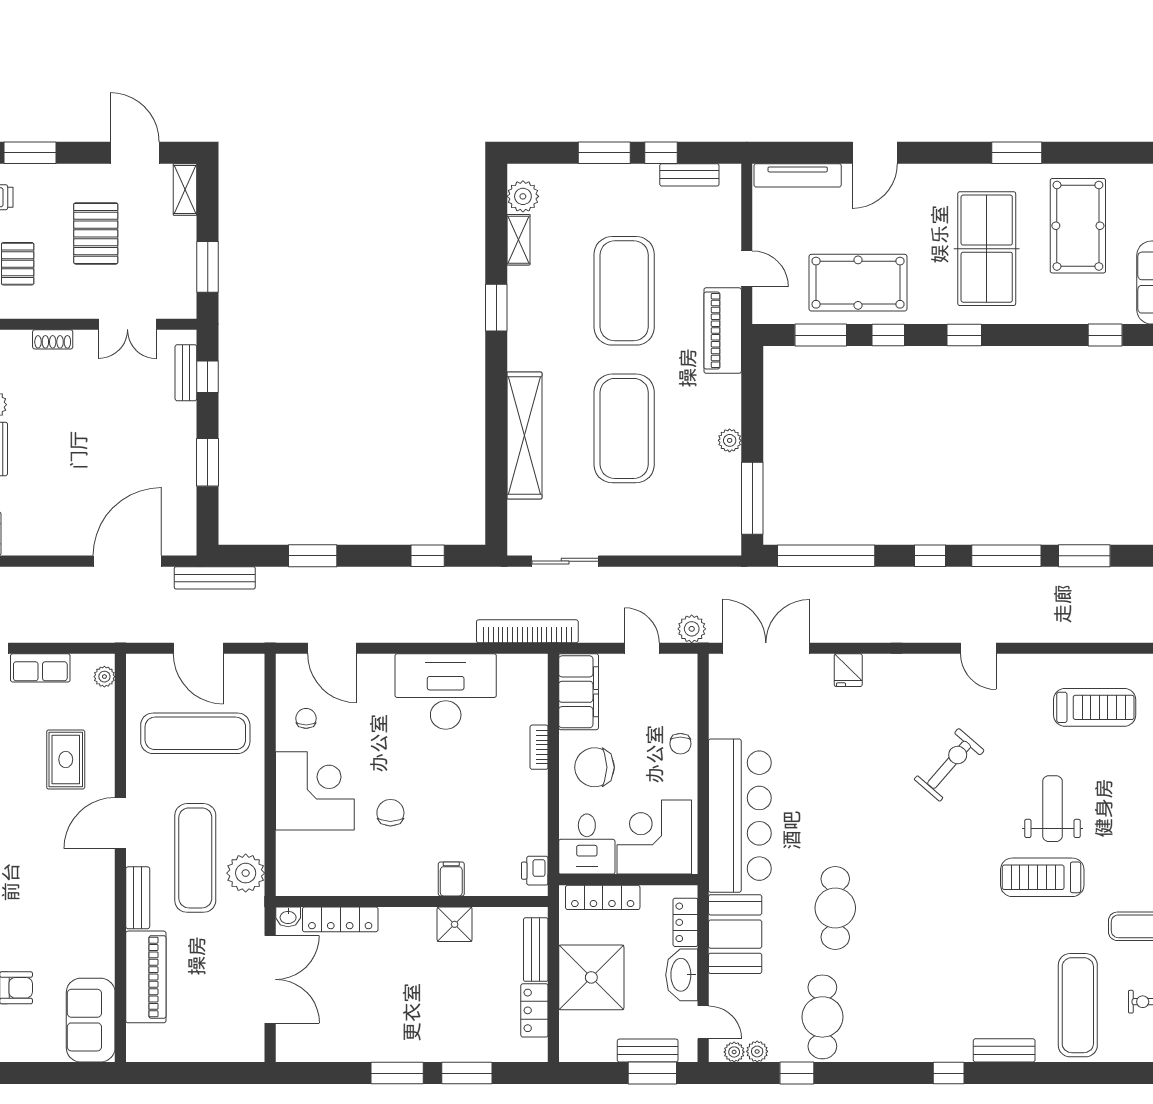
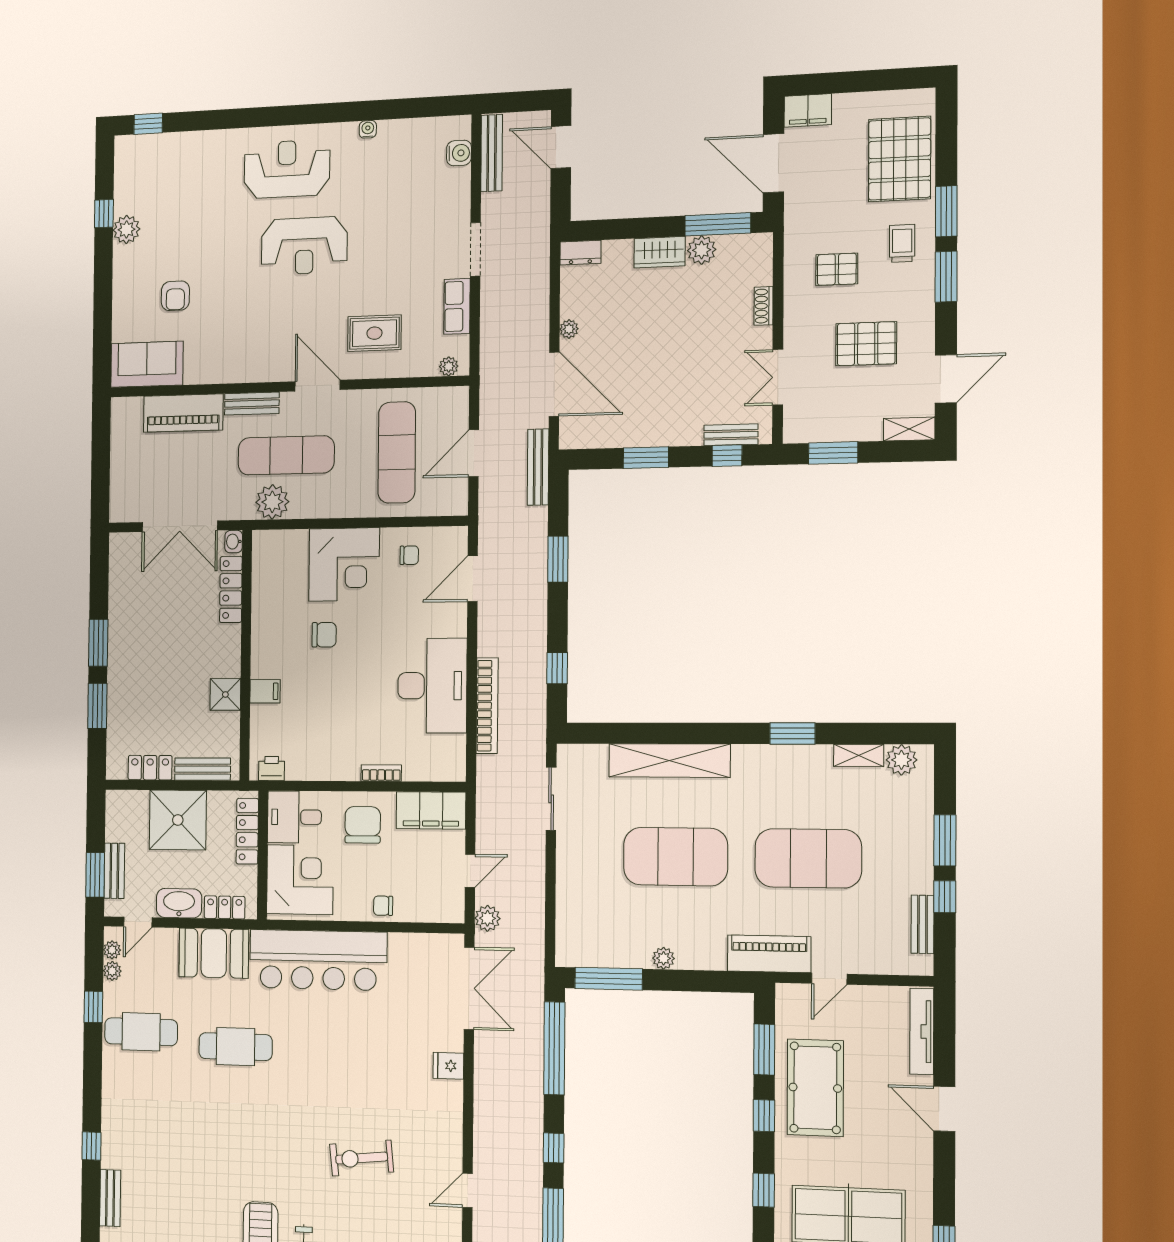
plant: (69, 546) -> (569, 329), added
bookcase: (527, 631) -> (487, 706), moved
exercise bike: (949, 765) -> (362, 1158), turned 133

